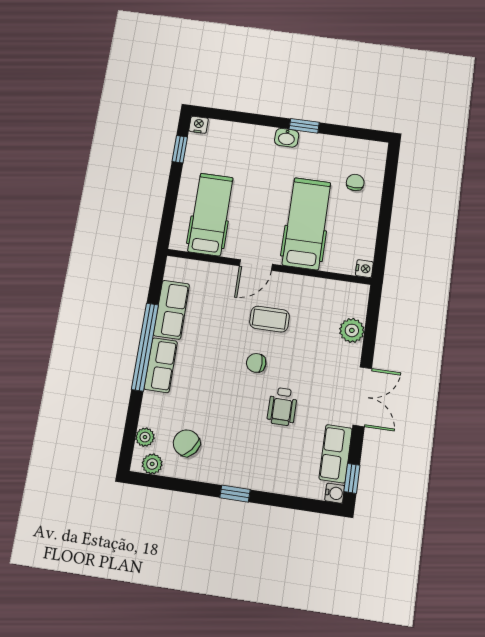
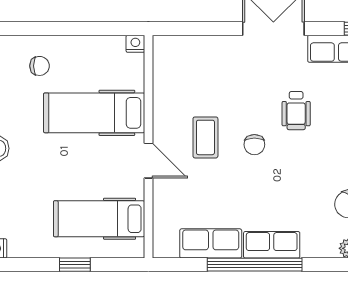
window: (180, 149) -> (75, 265), moved
chair: (355, 182) -> (40, 66), turned 180
plant: (352, 330) -> (205, 49), removed
wheelchair: (282, 407) -> (296, 111), turned 90

